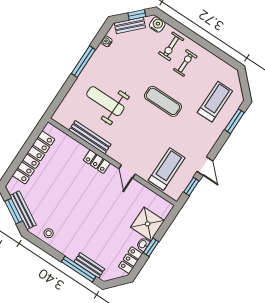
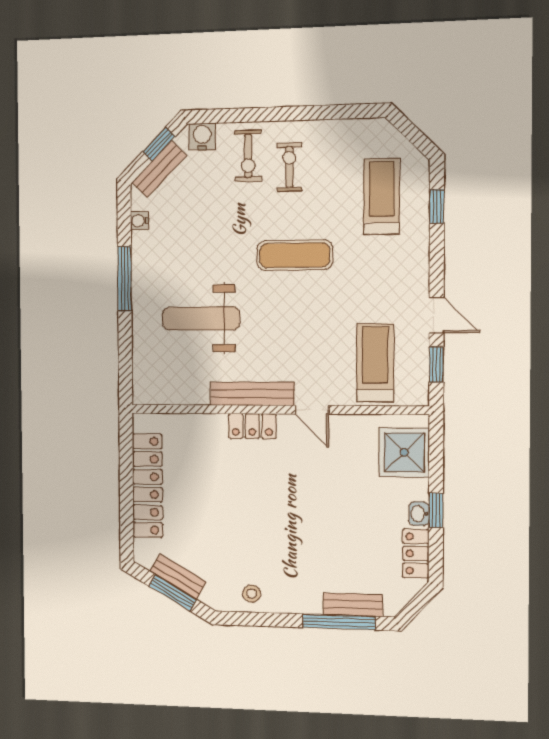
window: (234, 121) -> (437, 206), width x0.67
bench: (90, 137) -> (252, 394), moved
bench: (23, 210) -> (178, 577), width x0.73
shower: (148, 224) -> (404, 452), moved

